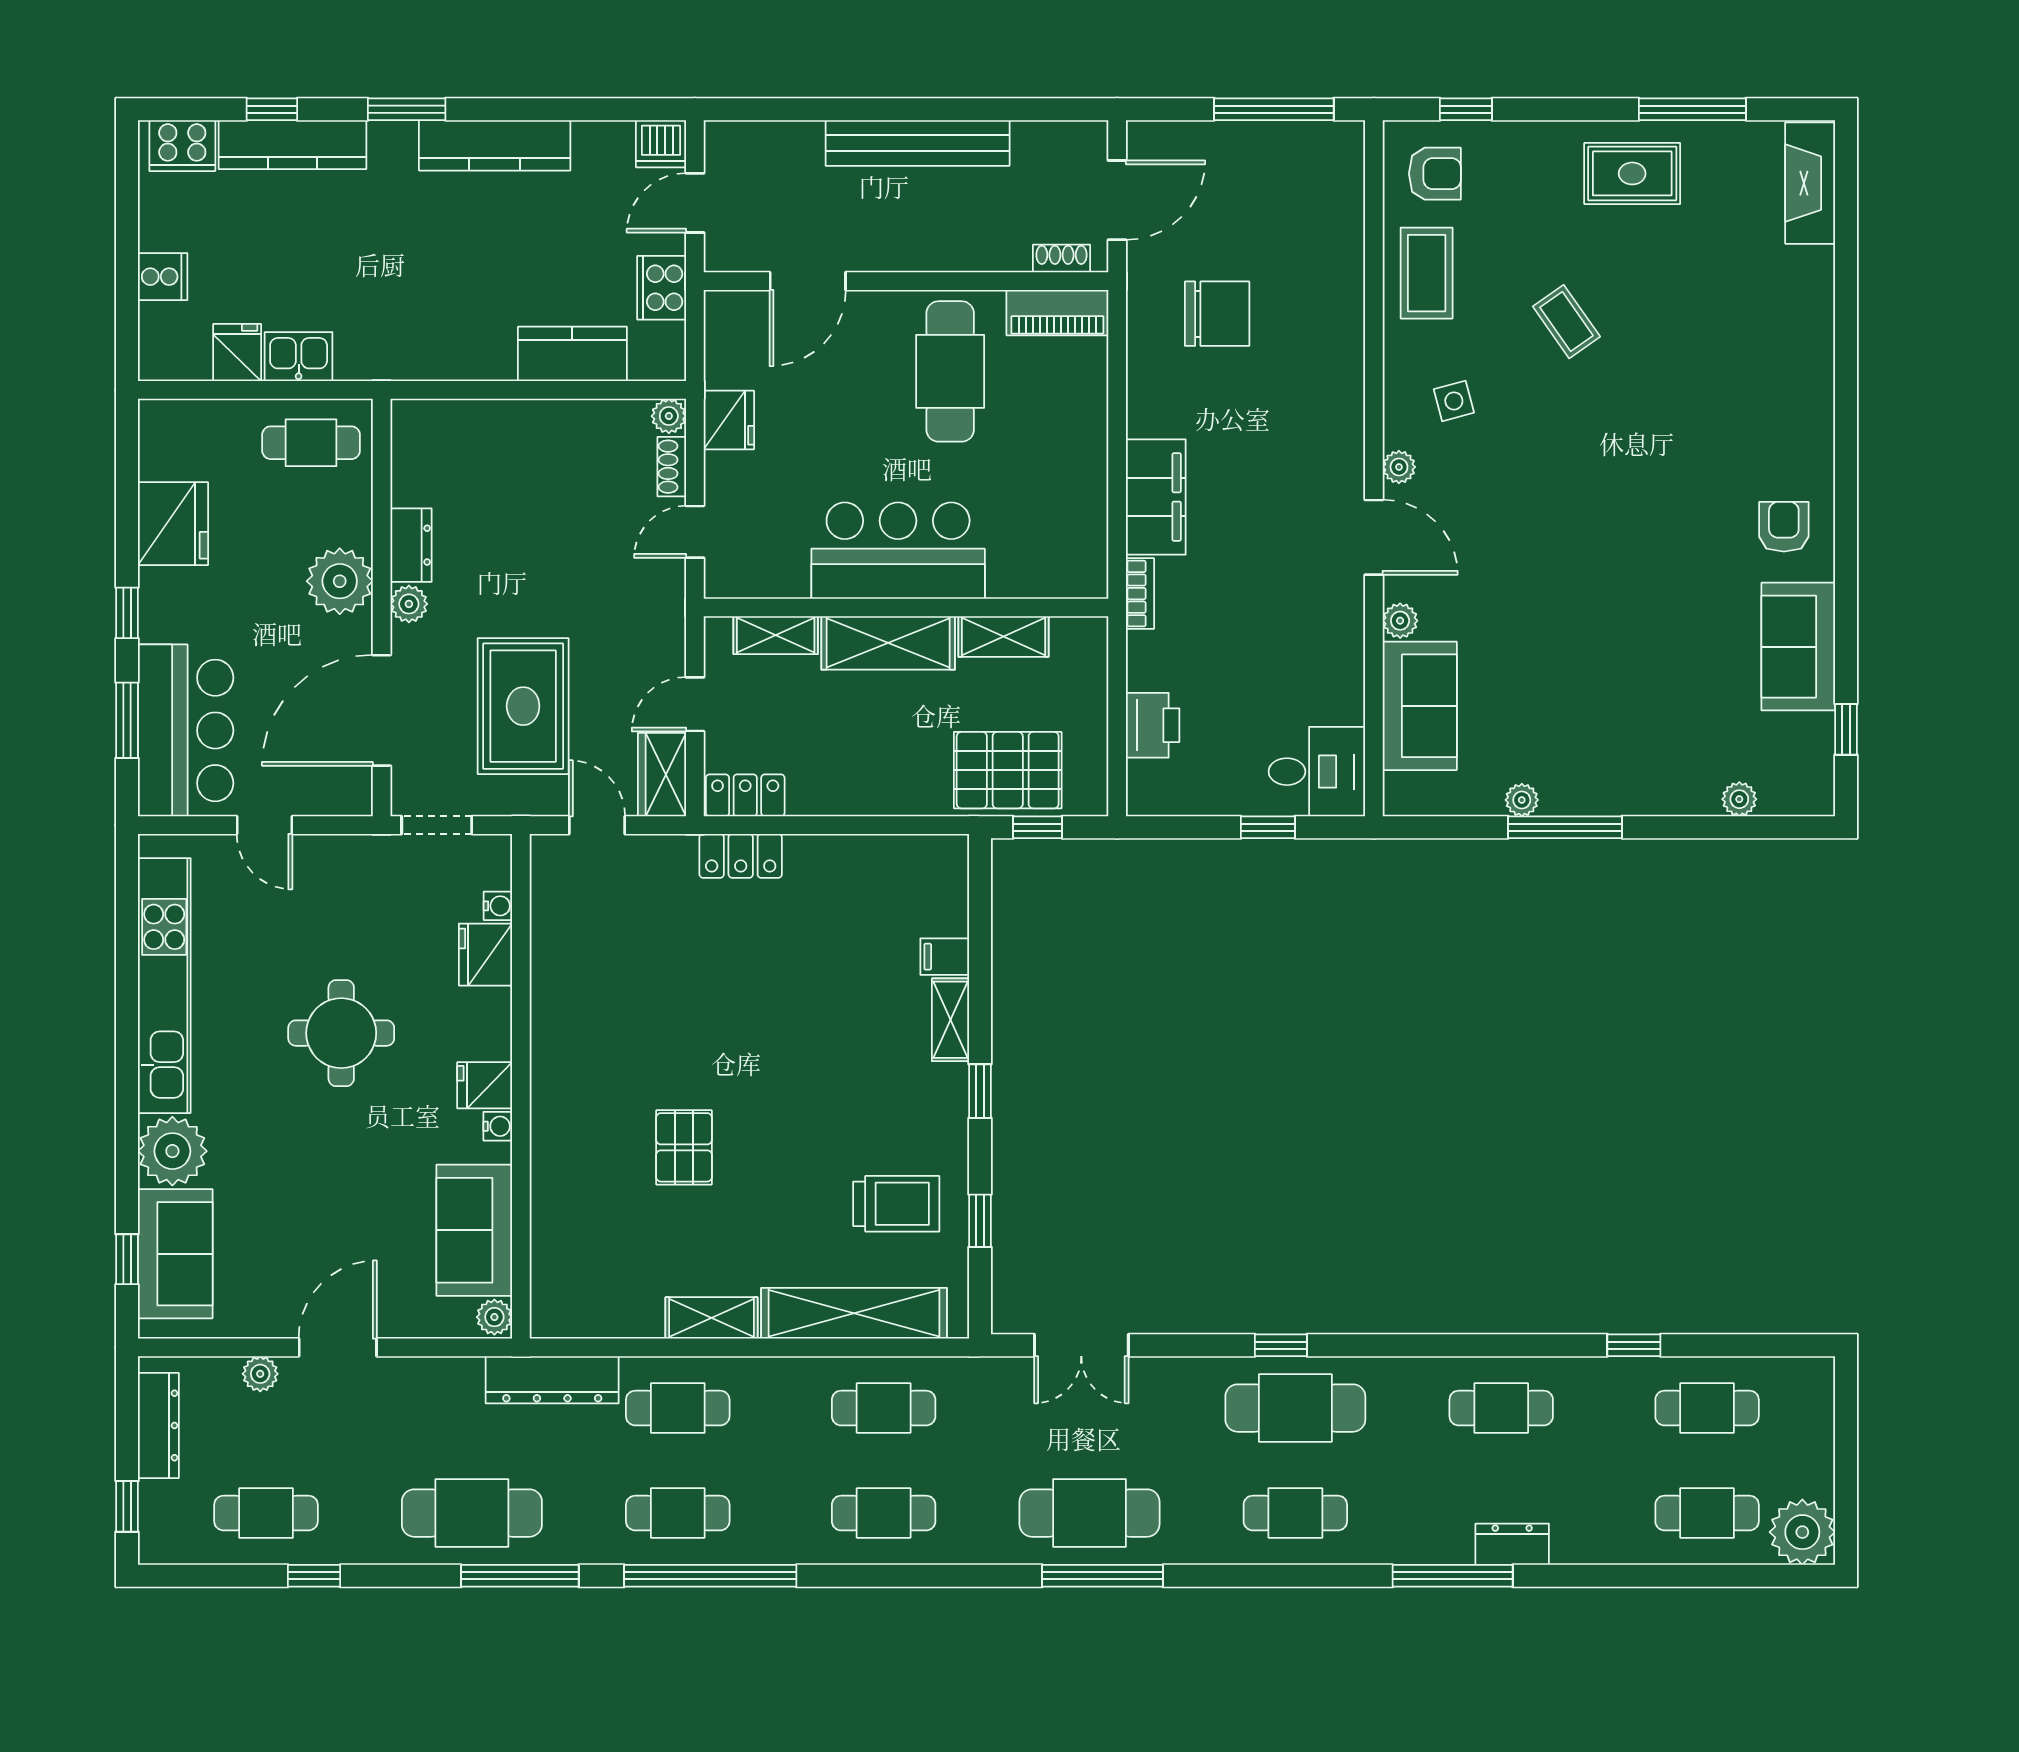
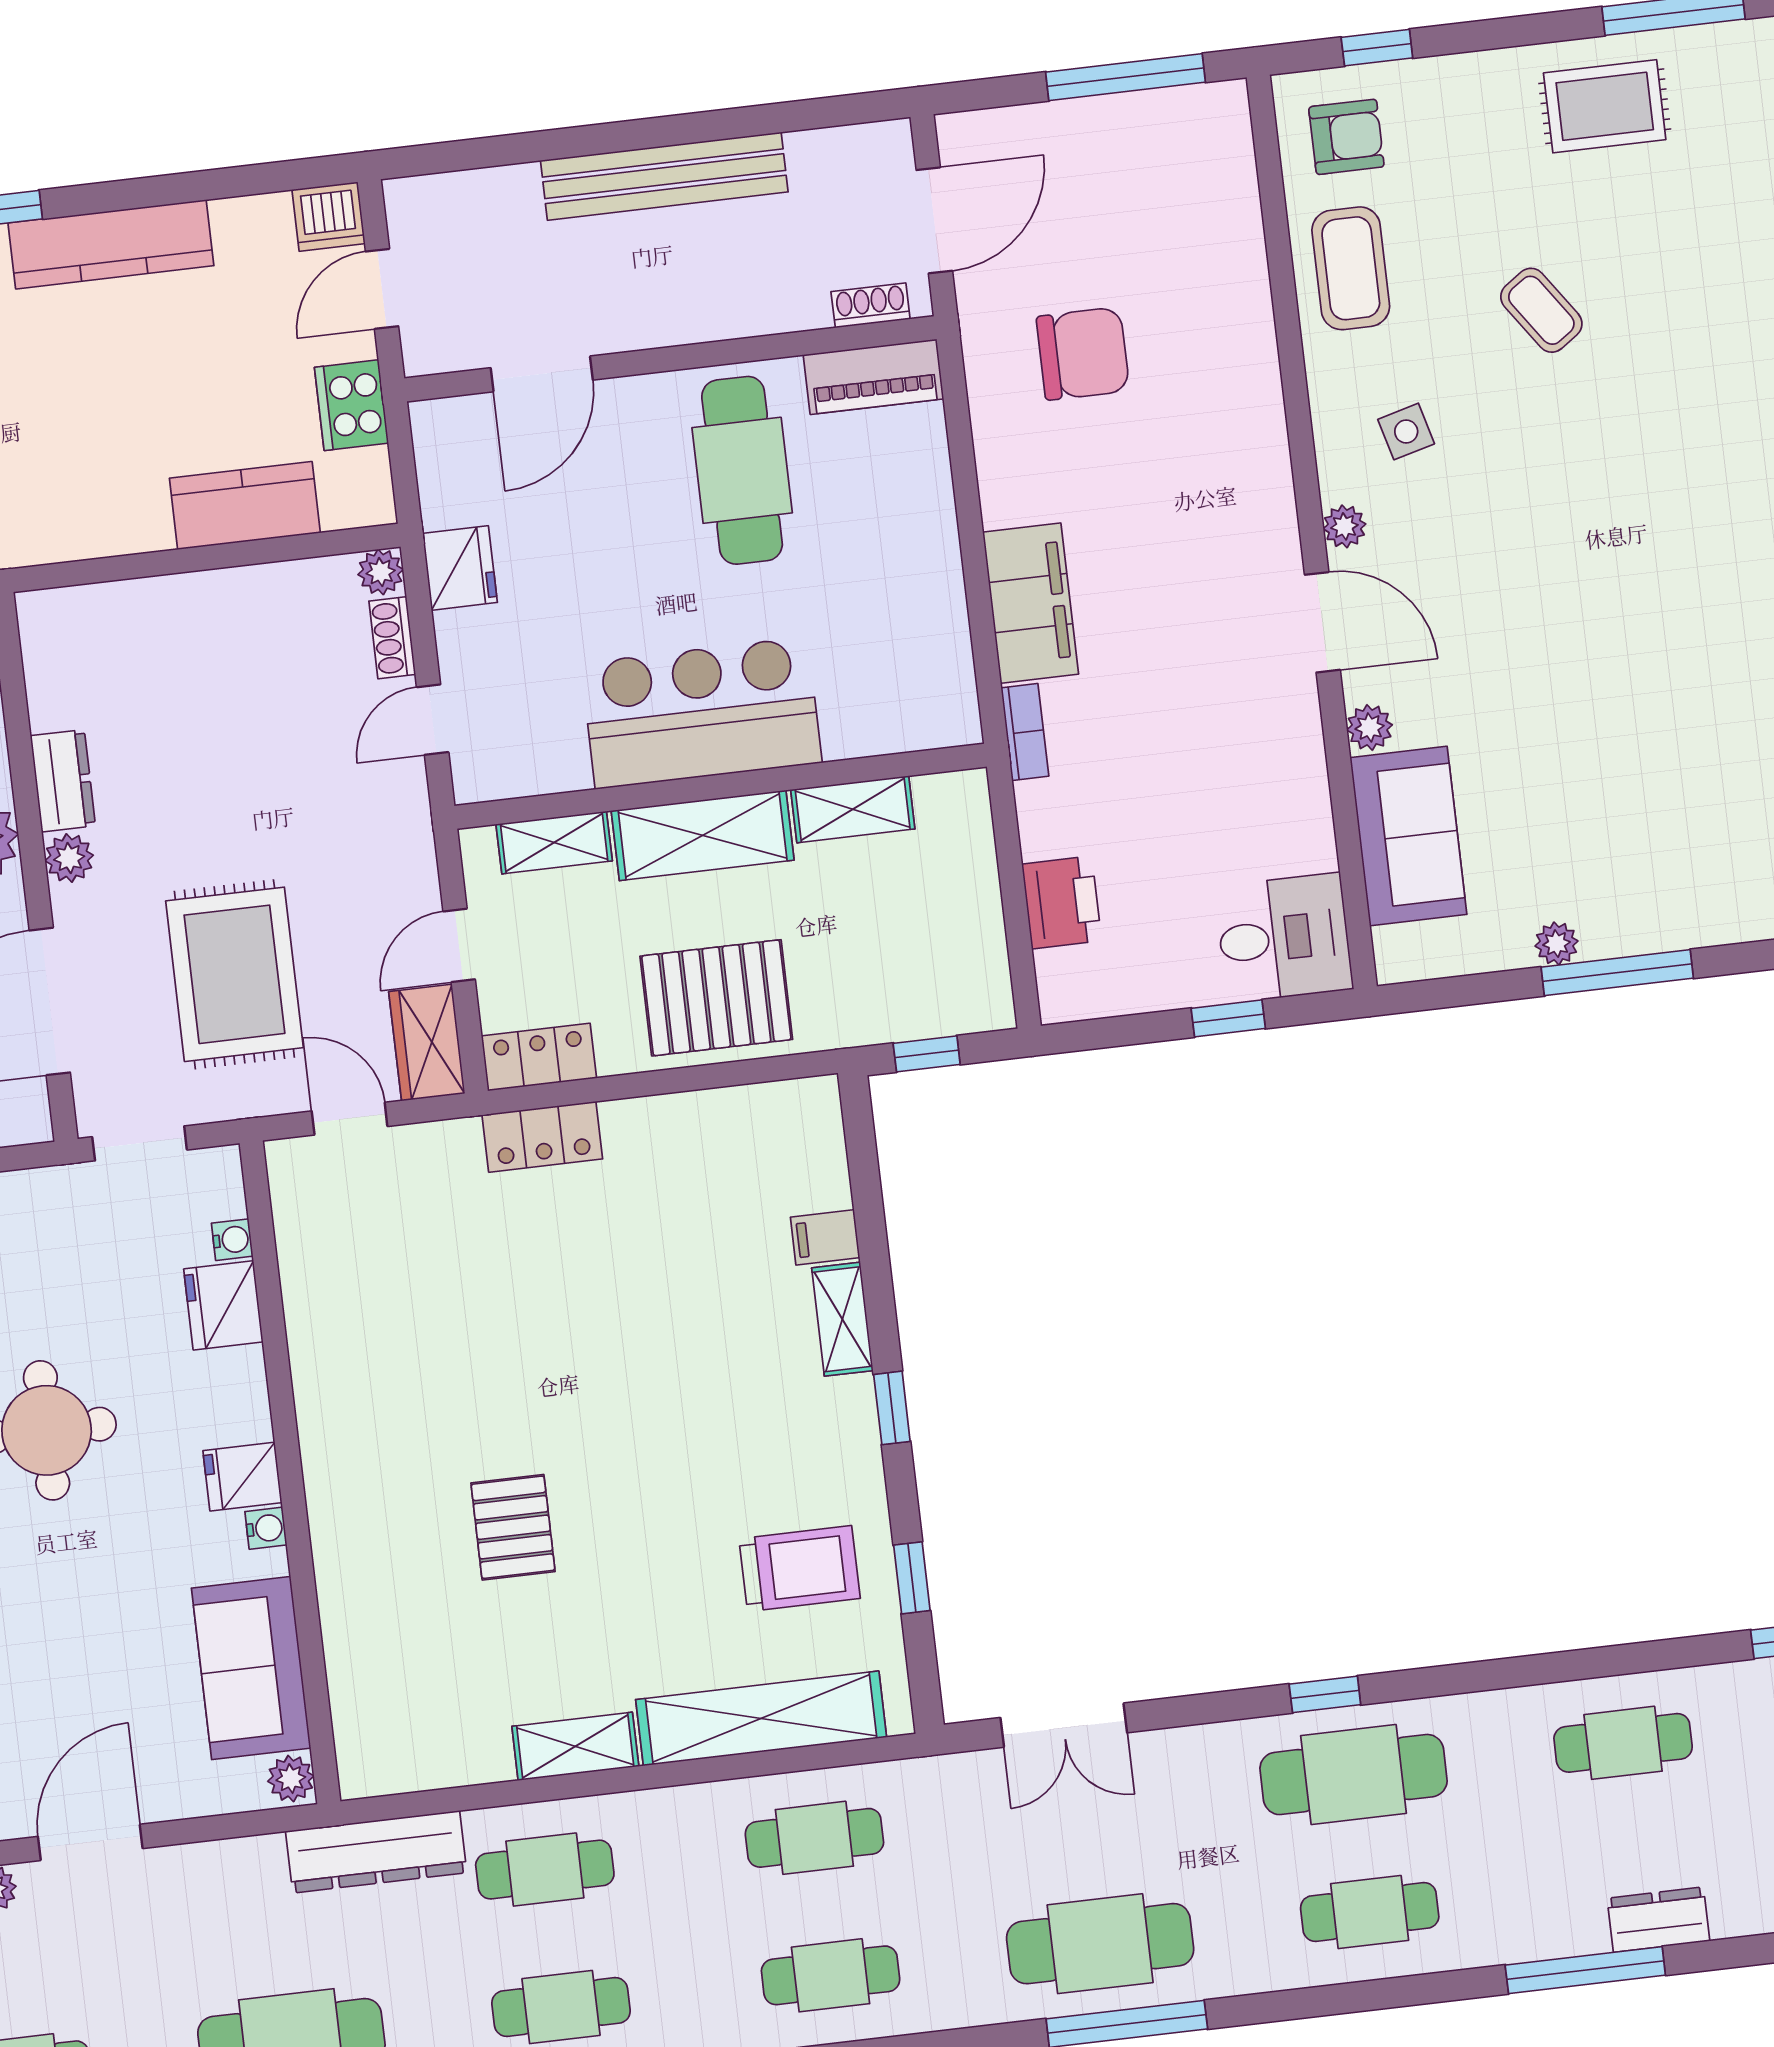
pallet: (1008, 770) -> (716, 998), moved

